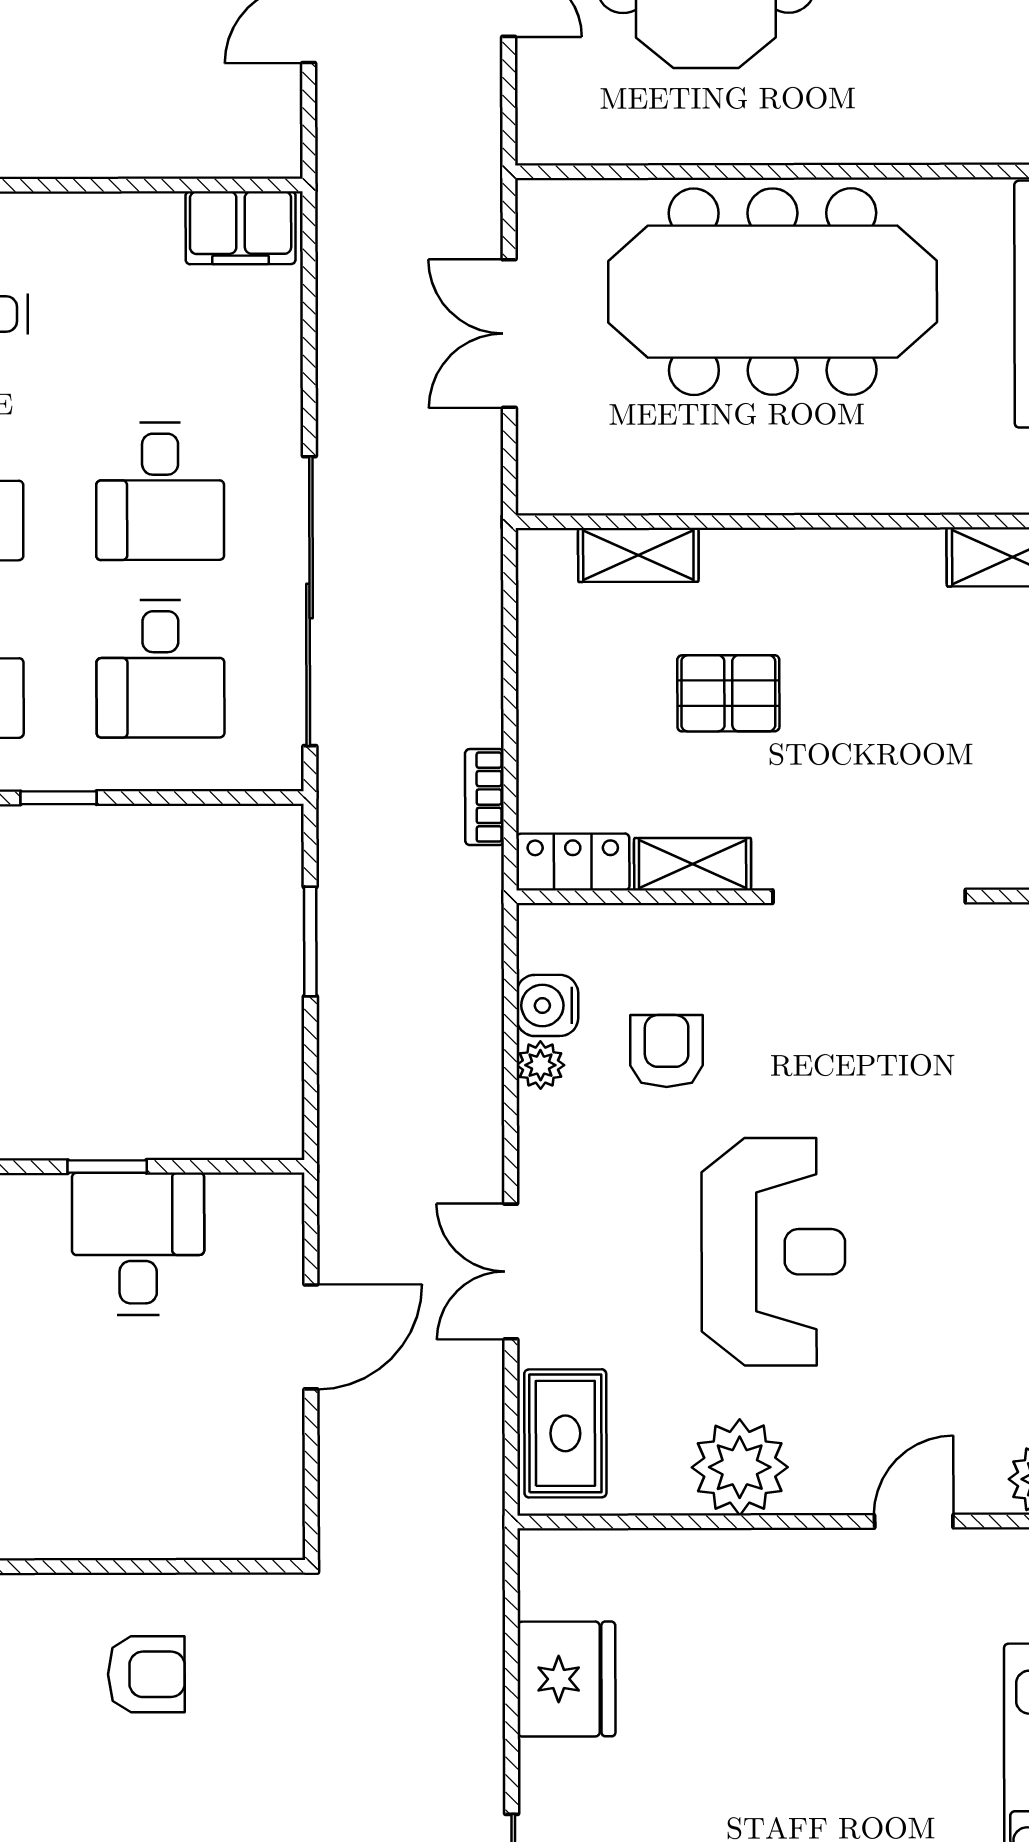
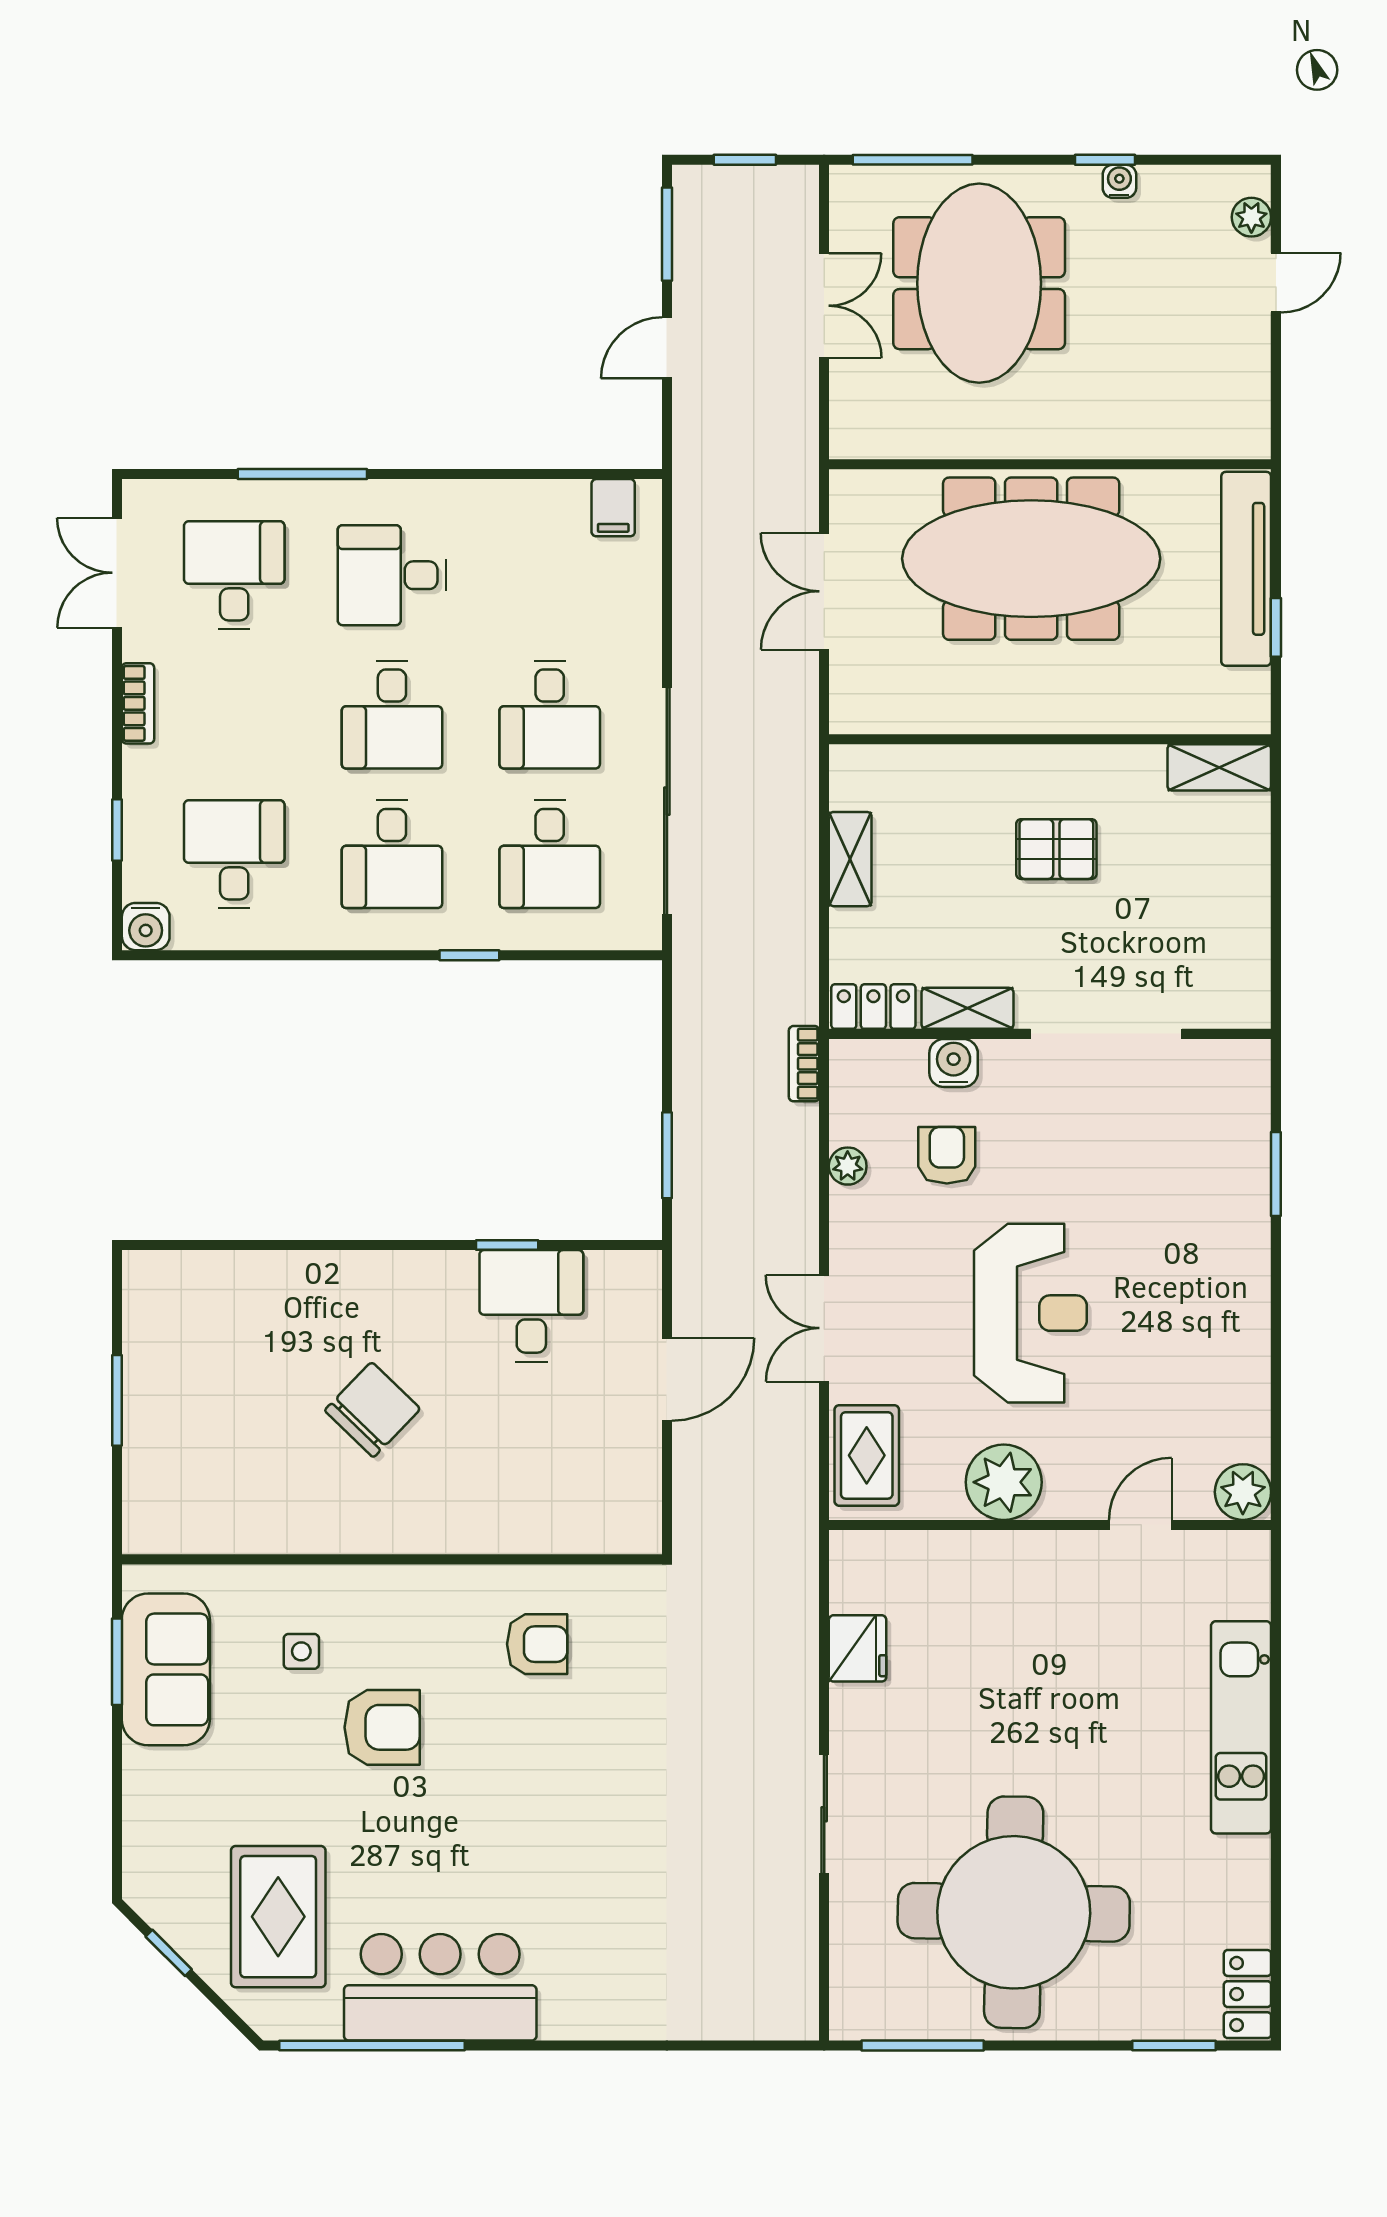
filing cabinet: (241, 228) -> (613, 508), width x0.50
shelving: (638, 555) -> (850, 859), moved, turned 90
pallet: (728, 693) -> (1056, 849), moved
bookcase: (484, 797) -> (804, 1064), moved
window: (310, 941) -> (667, 1155), moved
water cooler: (547, 1005) -> (954, 1063), moved, turned 90
fridge: (566, 1679) -> (858, 1648), width x0.73, depth x0.75

